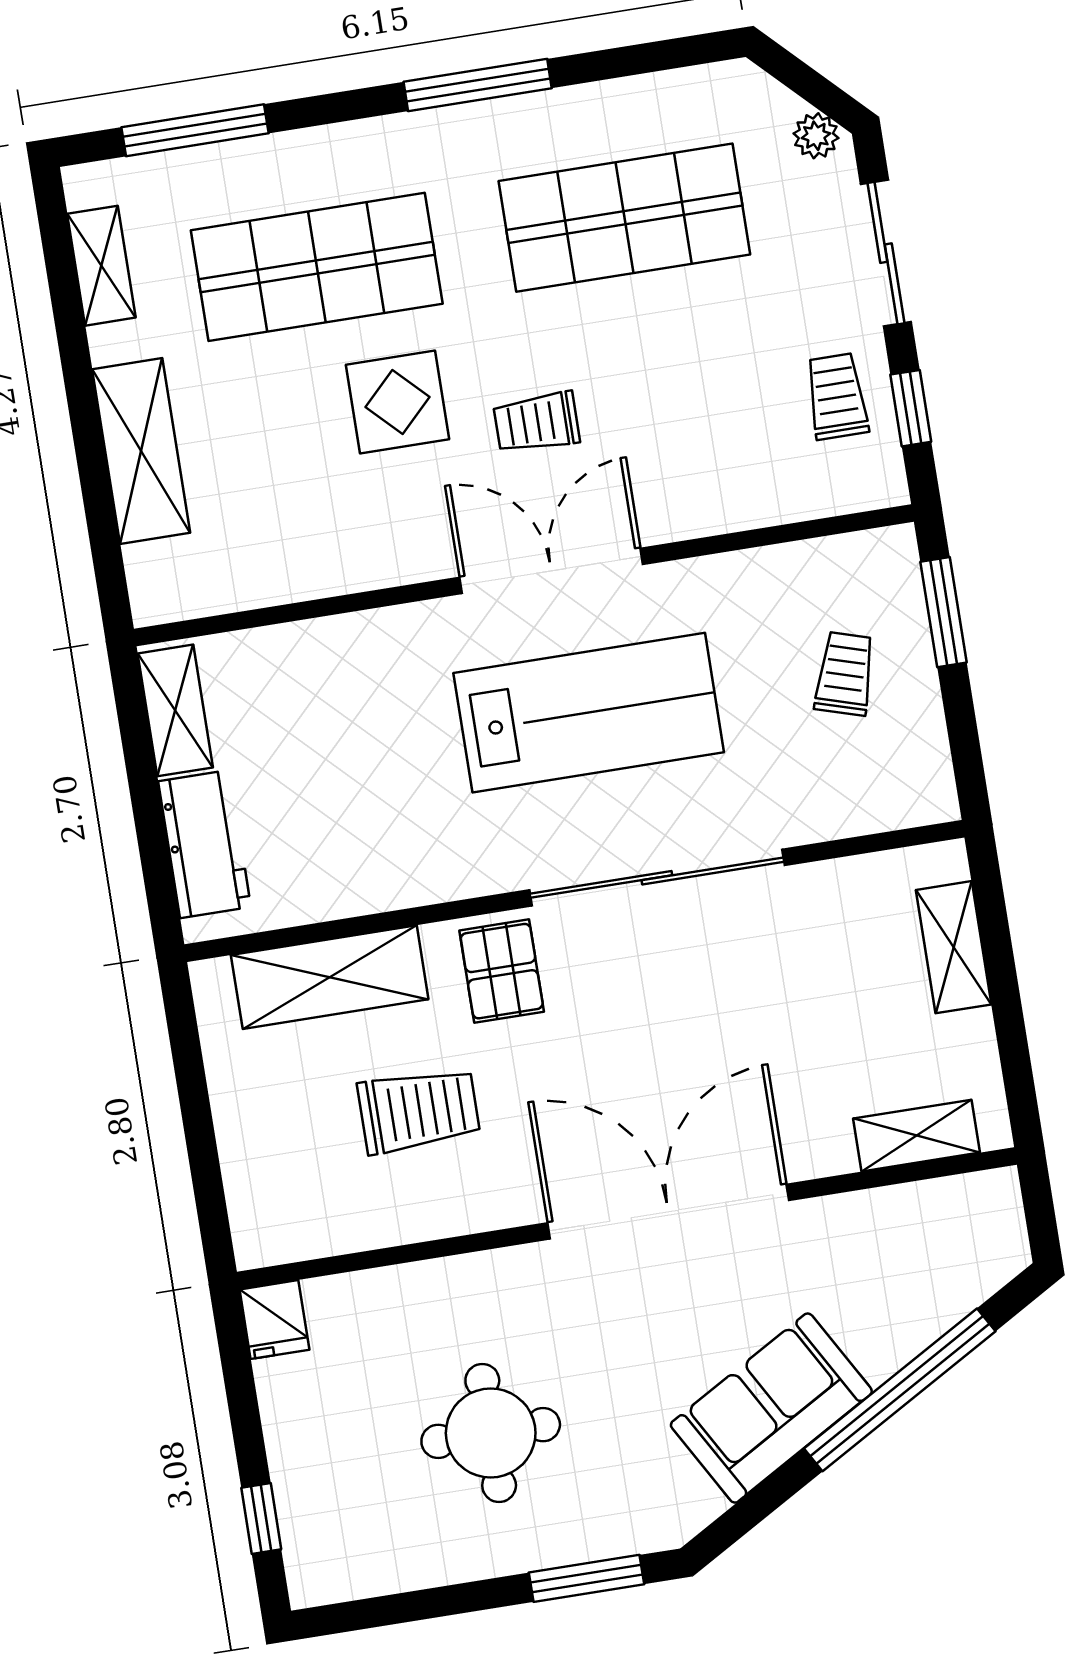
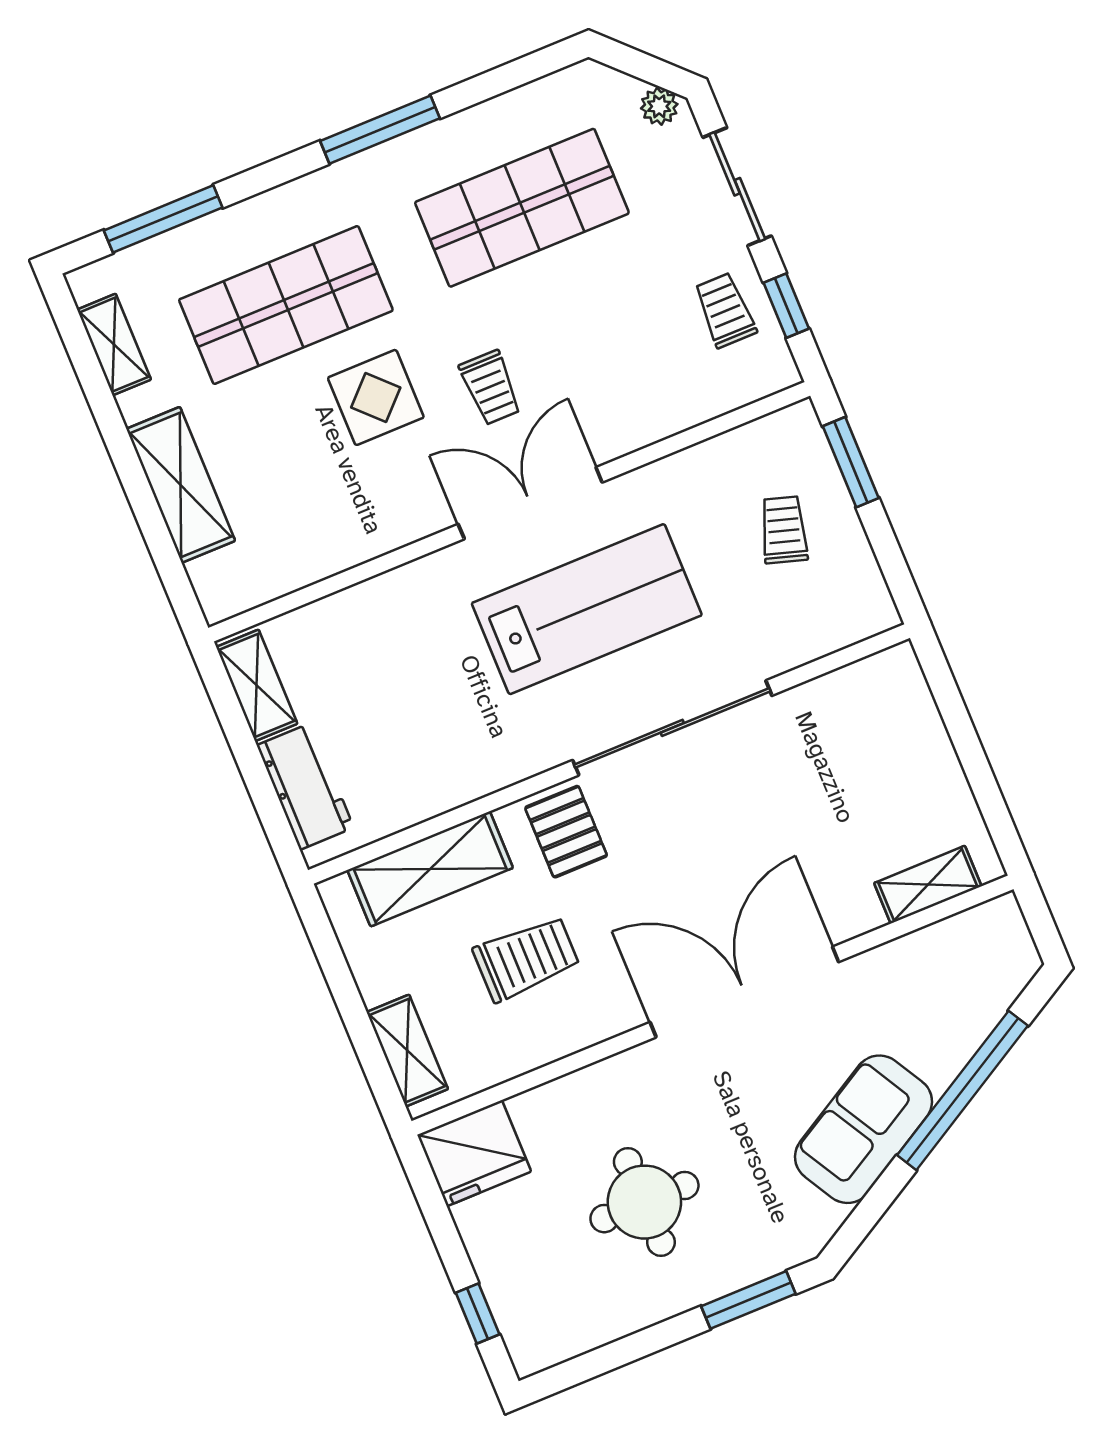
trolley: (537, 422) -> (491, 388), turned -90
shelving: (954, 947) -> (407, 1051), moved
fridge: (274, 1320) -> (474, 1153), width x1.88, depth x1.34

